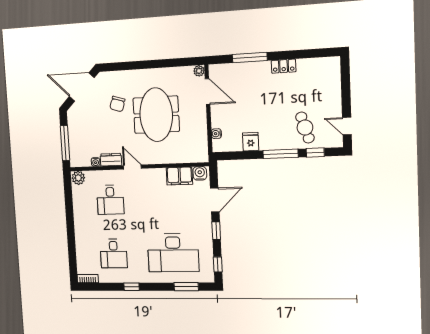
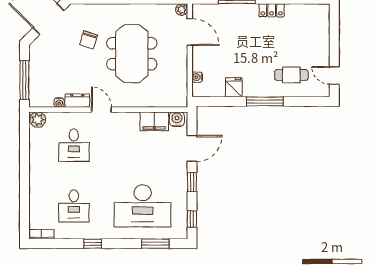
cafe table: (305, 128) -> (291, 75), turned -73
window: (315, 152) -> (301, 101), removed

